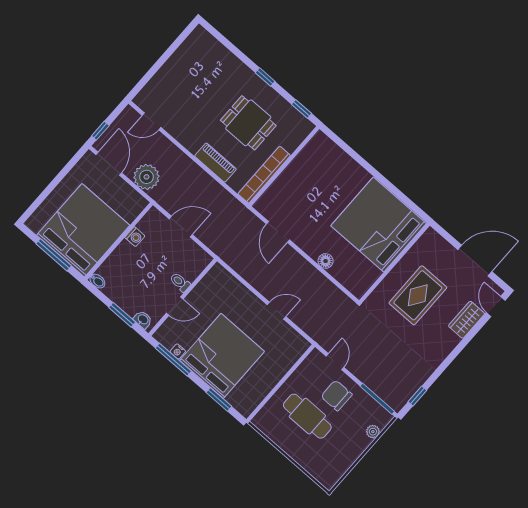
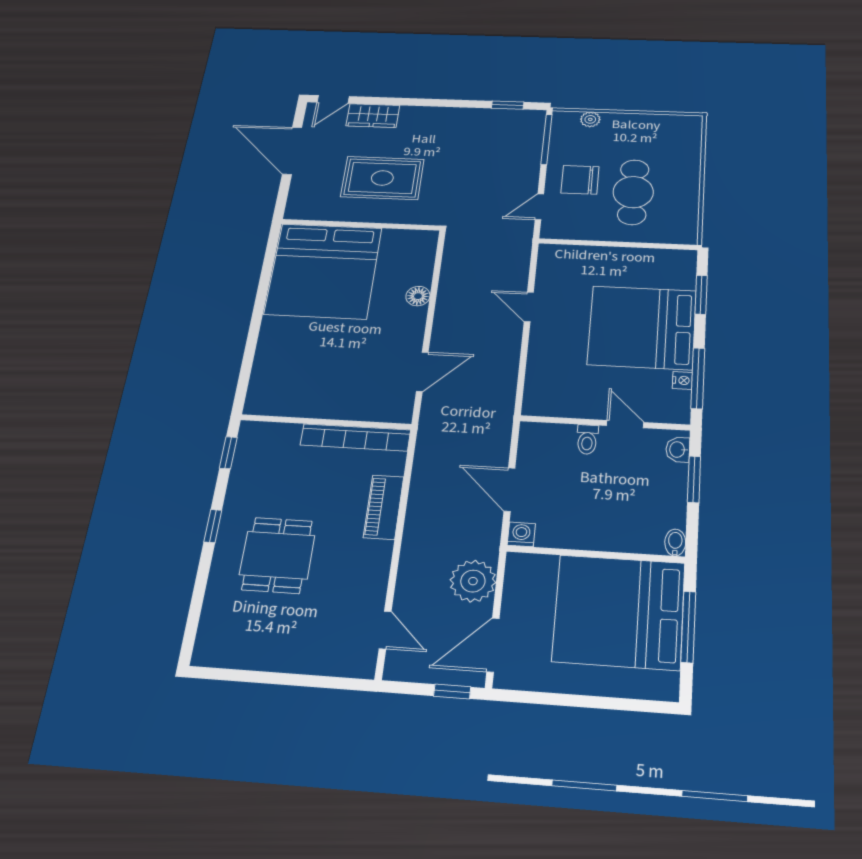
dining table: (248, 123) -> (277, 555), moved
washing machine: (135, 237) -> (521, 534), moved
chair: (337, 395) -> (580, 180), turned 90

